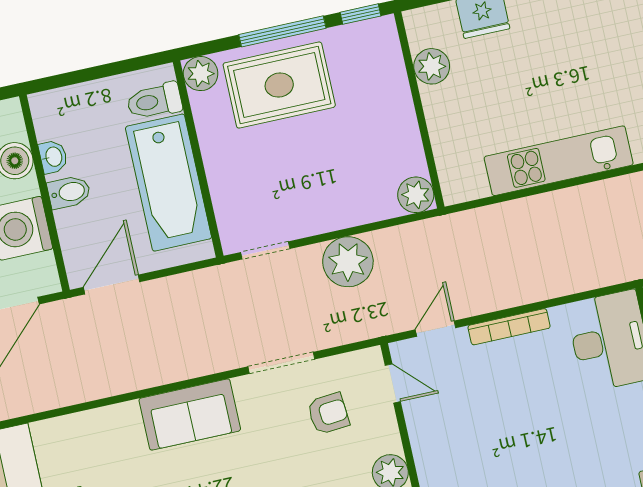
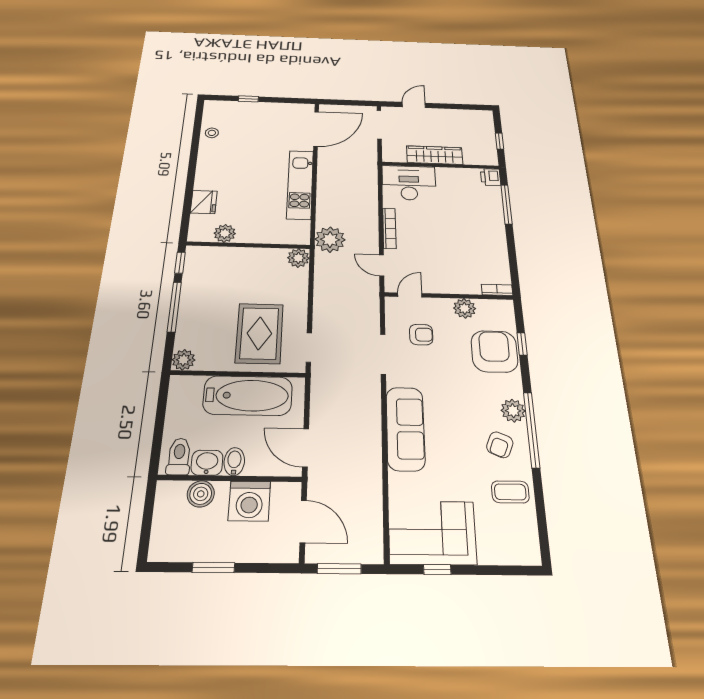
rug: (279, 85) -> (259, 333), moved
toilet: (154, 101) -> (179, 456), moved, turned 180
washbasin: (53, 157) -> (207, 463), width x1.38, depth x1.45
plant: (348, 262) -> (330, 240), moved
armchair: (328, 414) -> (421, 335), turned 95
sofa: (190, 415) -> (405, 428), width x1.36

